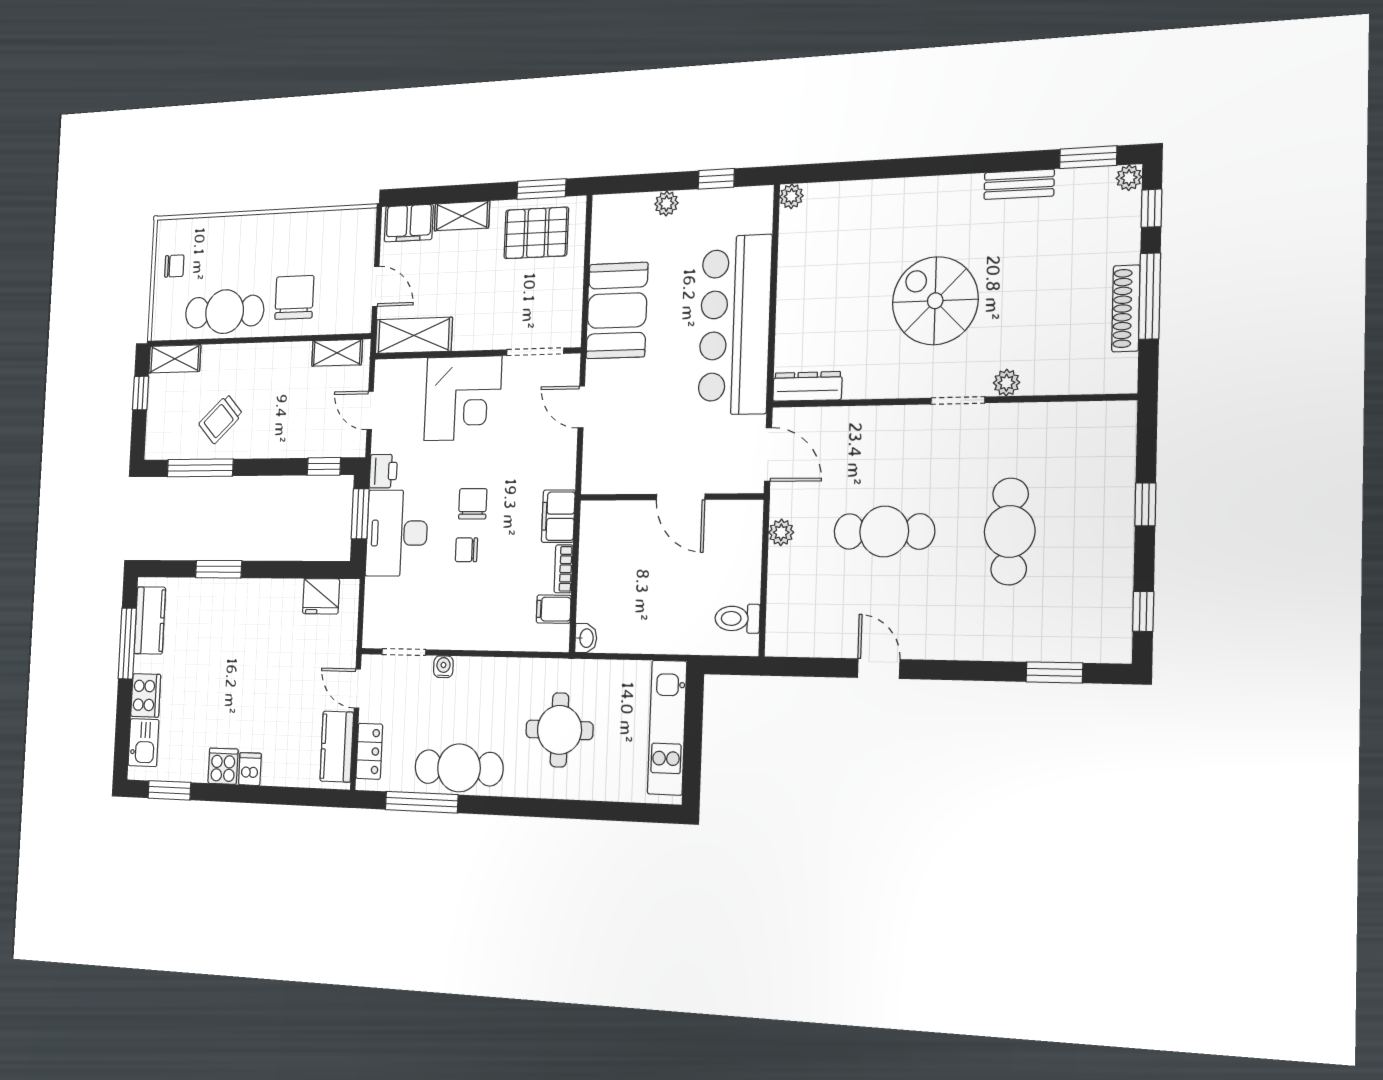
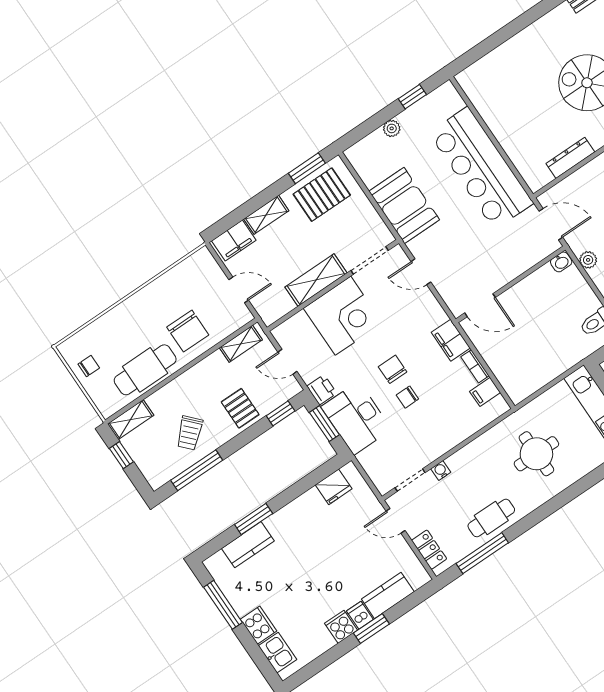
plant: (791, 196) -> (464, 79), removed
chair: (294, 297) -> (188, 331), turned 180
shelving: (414, 335) -> (316, 280), moved
dresser: (807, 386) -> (570, 158), moved
pallet: (288, 429) -> (240, 408), added
door: (681, 497) -> (480, 305), moved
kitchen counter: (150, 620) -> (248, 545), moved, turned 90
washbasin: (586, 638) -> (561, 262), moved, turned 90
kitchen counter: (337, 747) -> (388, 595), moved, turned 90
cafe table: (459, 768) -> (491, 518), width x0.73, depth x0.74
window: (169, 790) -> (371, 629), moved

